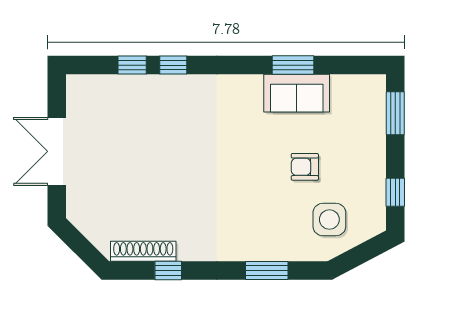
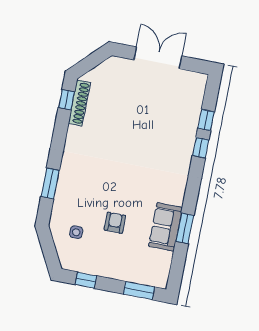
side table: (329, 220) -> (76, 232), width x0.54, depth x0.54
window: (168, 271) -> (67, 100), moved

